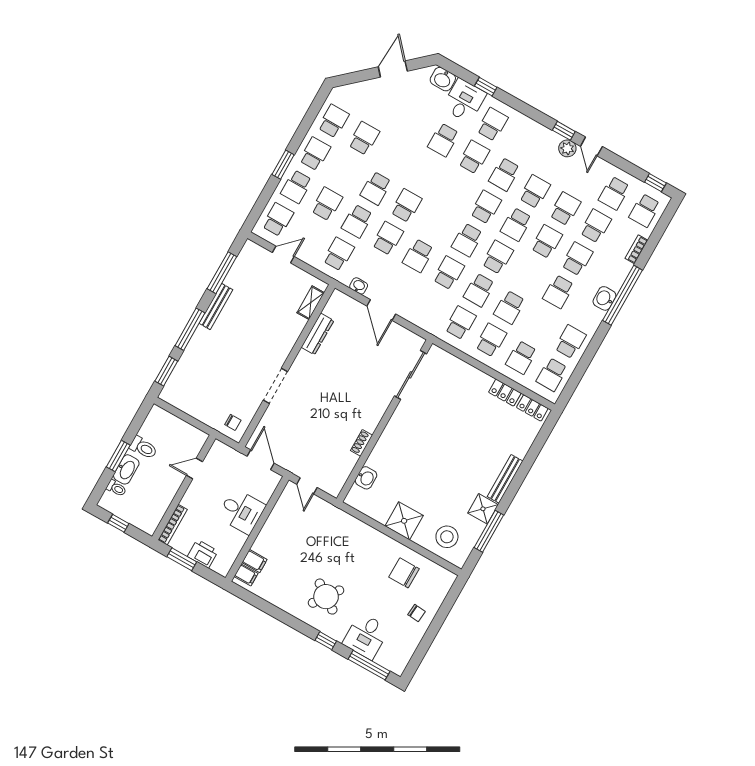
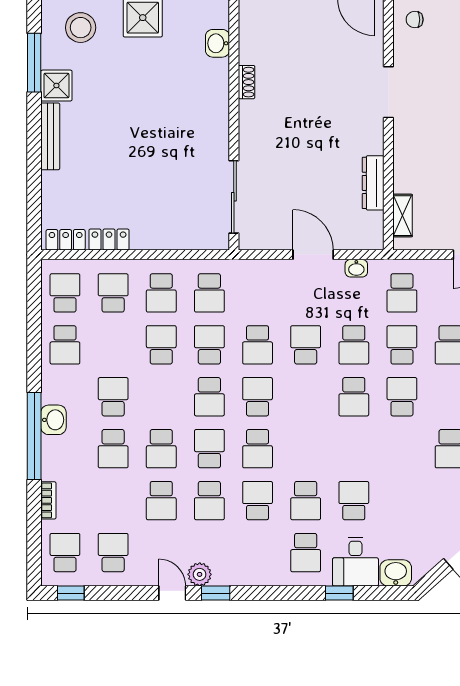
school desk: (596, 226) -> (113, 501), removed

